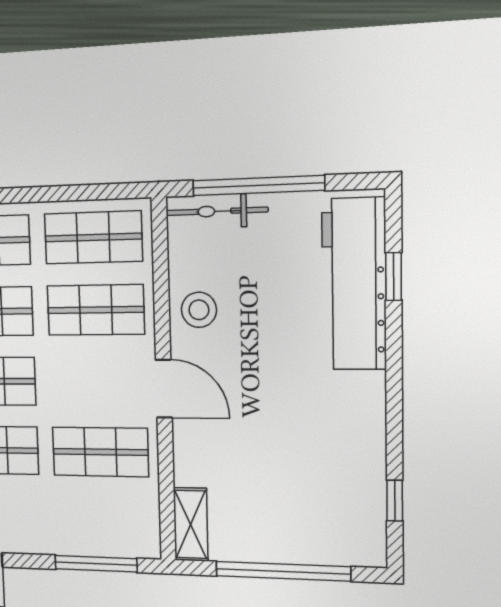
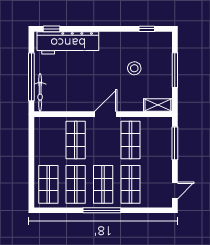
shop shelf: (93, 238) -> (48, 140), removed
window: (394, 277) -> (51, 29), moved
stool: (199, 310) -> (134, 68), moved
window: (283, 571) -> (175, 70), width x0.68

